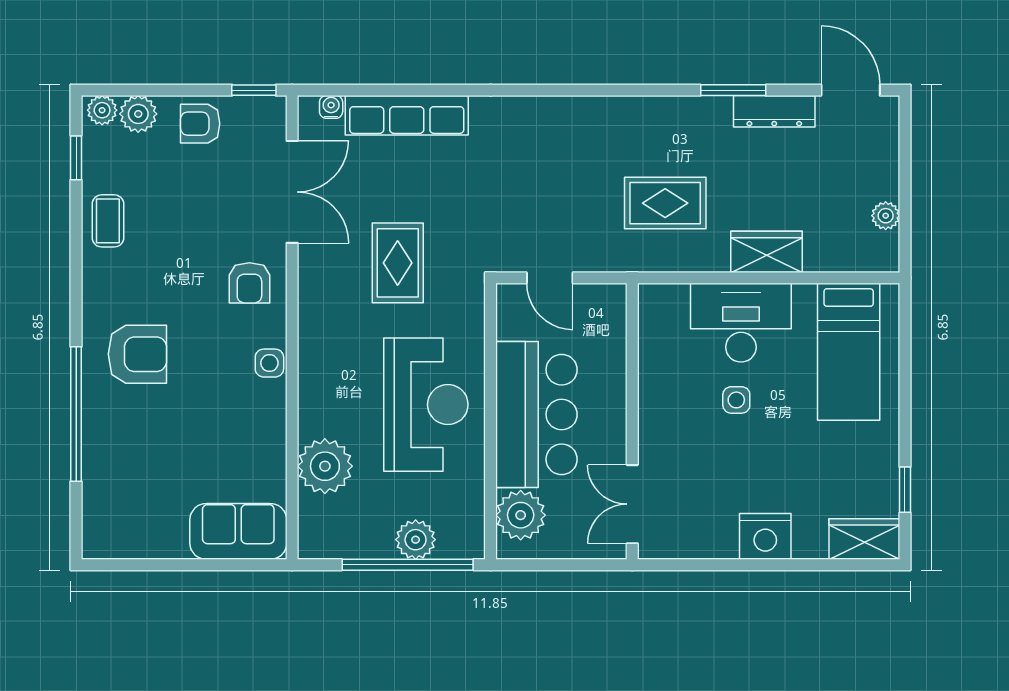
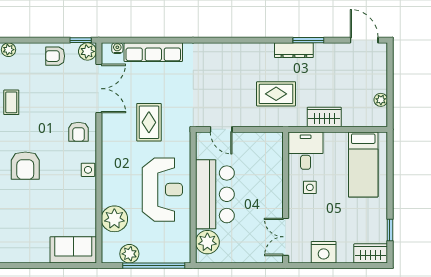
dresser: (774, 111) -> (294, 50), moved
plant: (138, 114) -> (87, 51), moved
desk: (741, 323) -> (306, 151), width x0.73
armchair: (137, 354) -> (25, 166), turned 90
wall: (632, 421) -> (286, 198), moved
double door: (632, 504) -> (286, 237), moved
plant: (416, 540) -> (129, 254), moved

